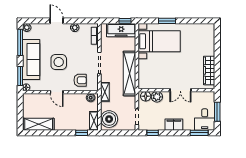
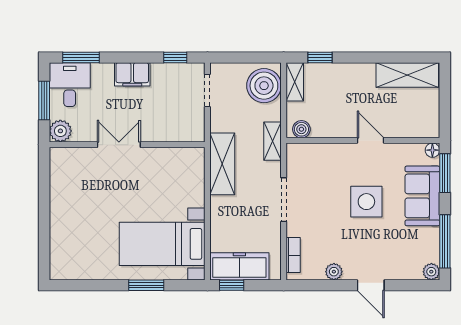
sofa: (31, 60) -> (422, 196), width x0.73
wardrobe: (209, 70) -> (61, 185), removed
shelving: (130, 73) -> (222, 164), width x0.68
armchair: (80, 80) -> (323, 165), removed
floor lamp: (146, 96) -> (190, 132), removed
plant: (157, 97) -> (60, 131), moved

